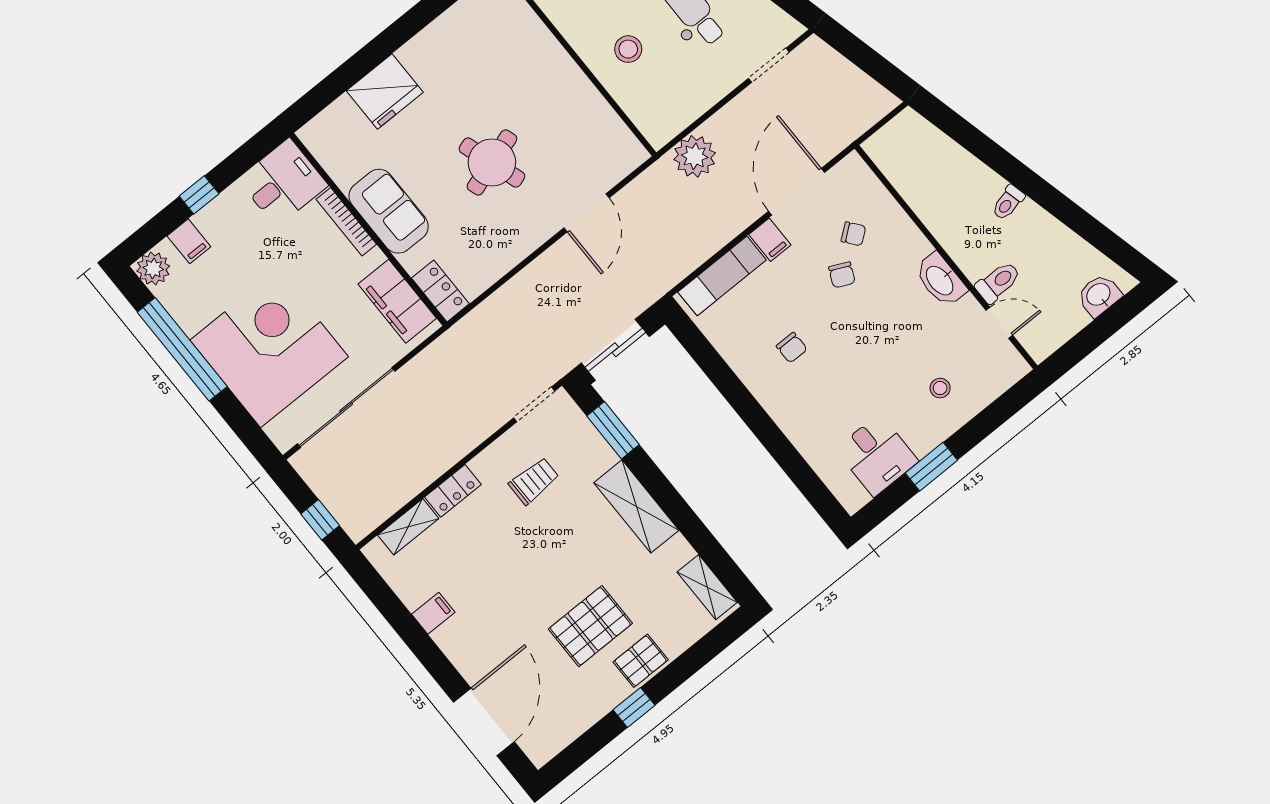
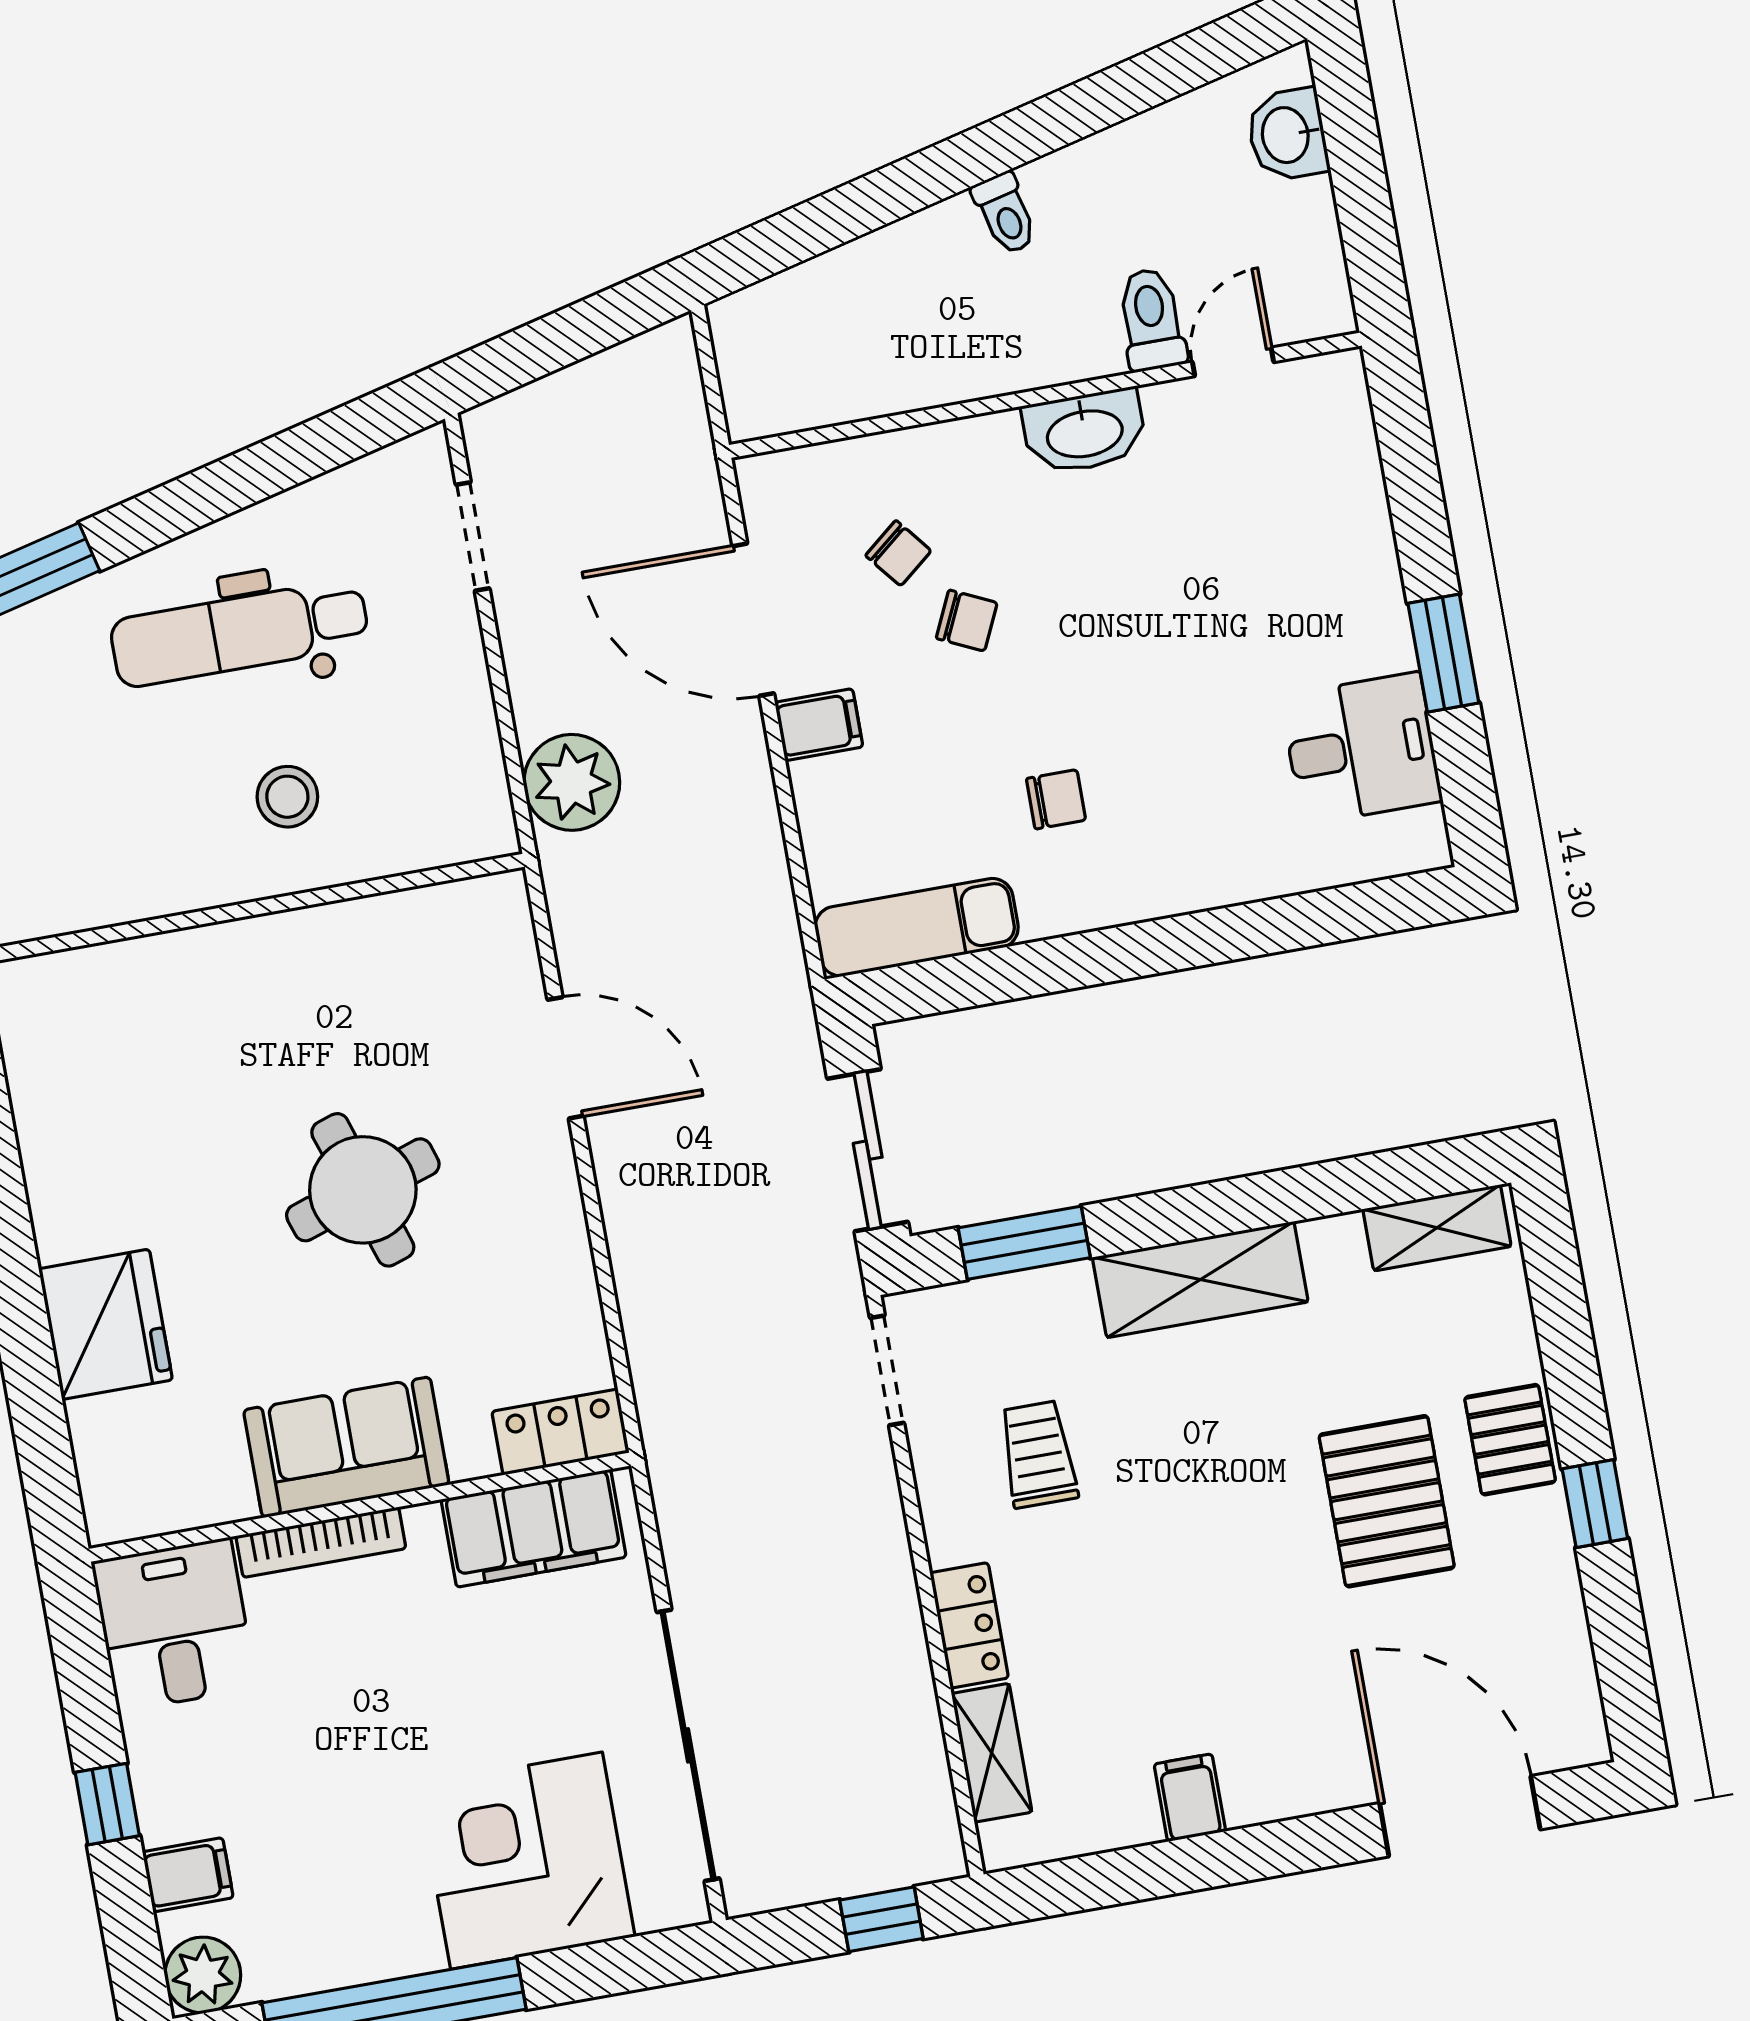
chair: (853, 234) -> (898, 553), turned 89
exam couch: (722, 276) -> (917, 927), moved, turned -90
corner desk: (269, 348) -> (526, 1861), width x0.74, depth x0.74
stool: (940, 388) -> (1298, 550), removed

